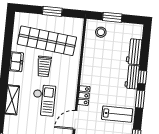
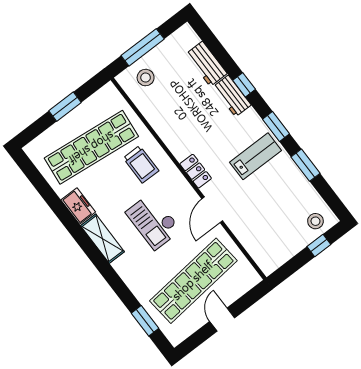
window: (112, 17) -> (143, 47), width x1.44
trolley: (44, 66) -> (141, 164), moved
window: (140, 99) -> (276, 127), moved
shelving: (12, 100) -> (102, 239), moved
checkout: (44, 100) -> (153, 221), turned 180

